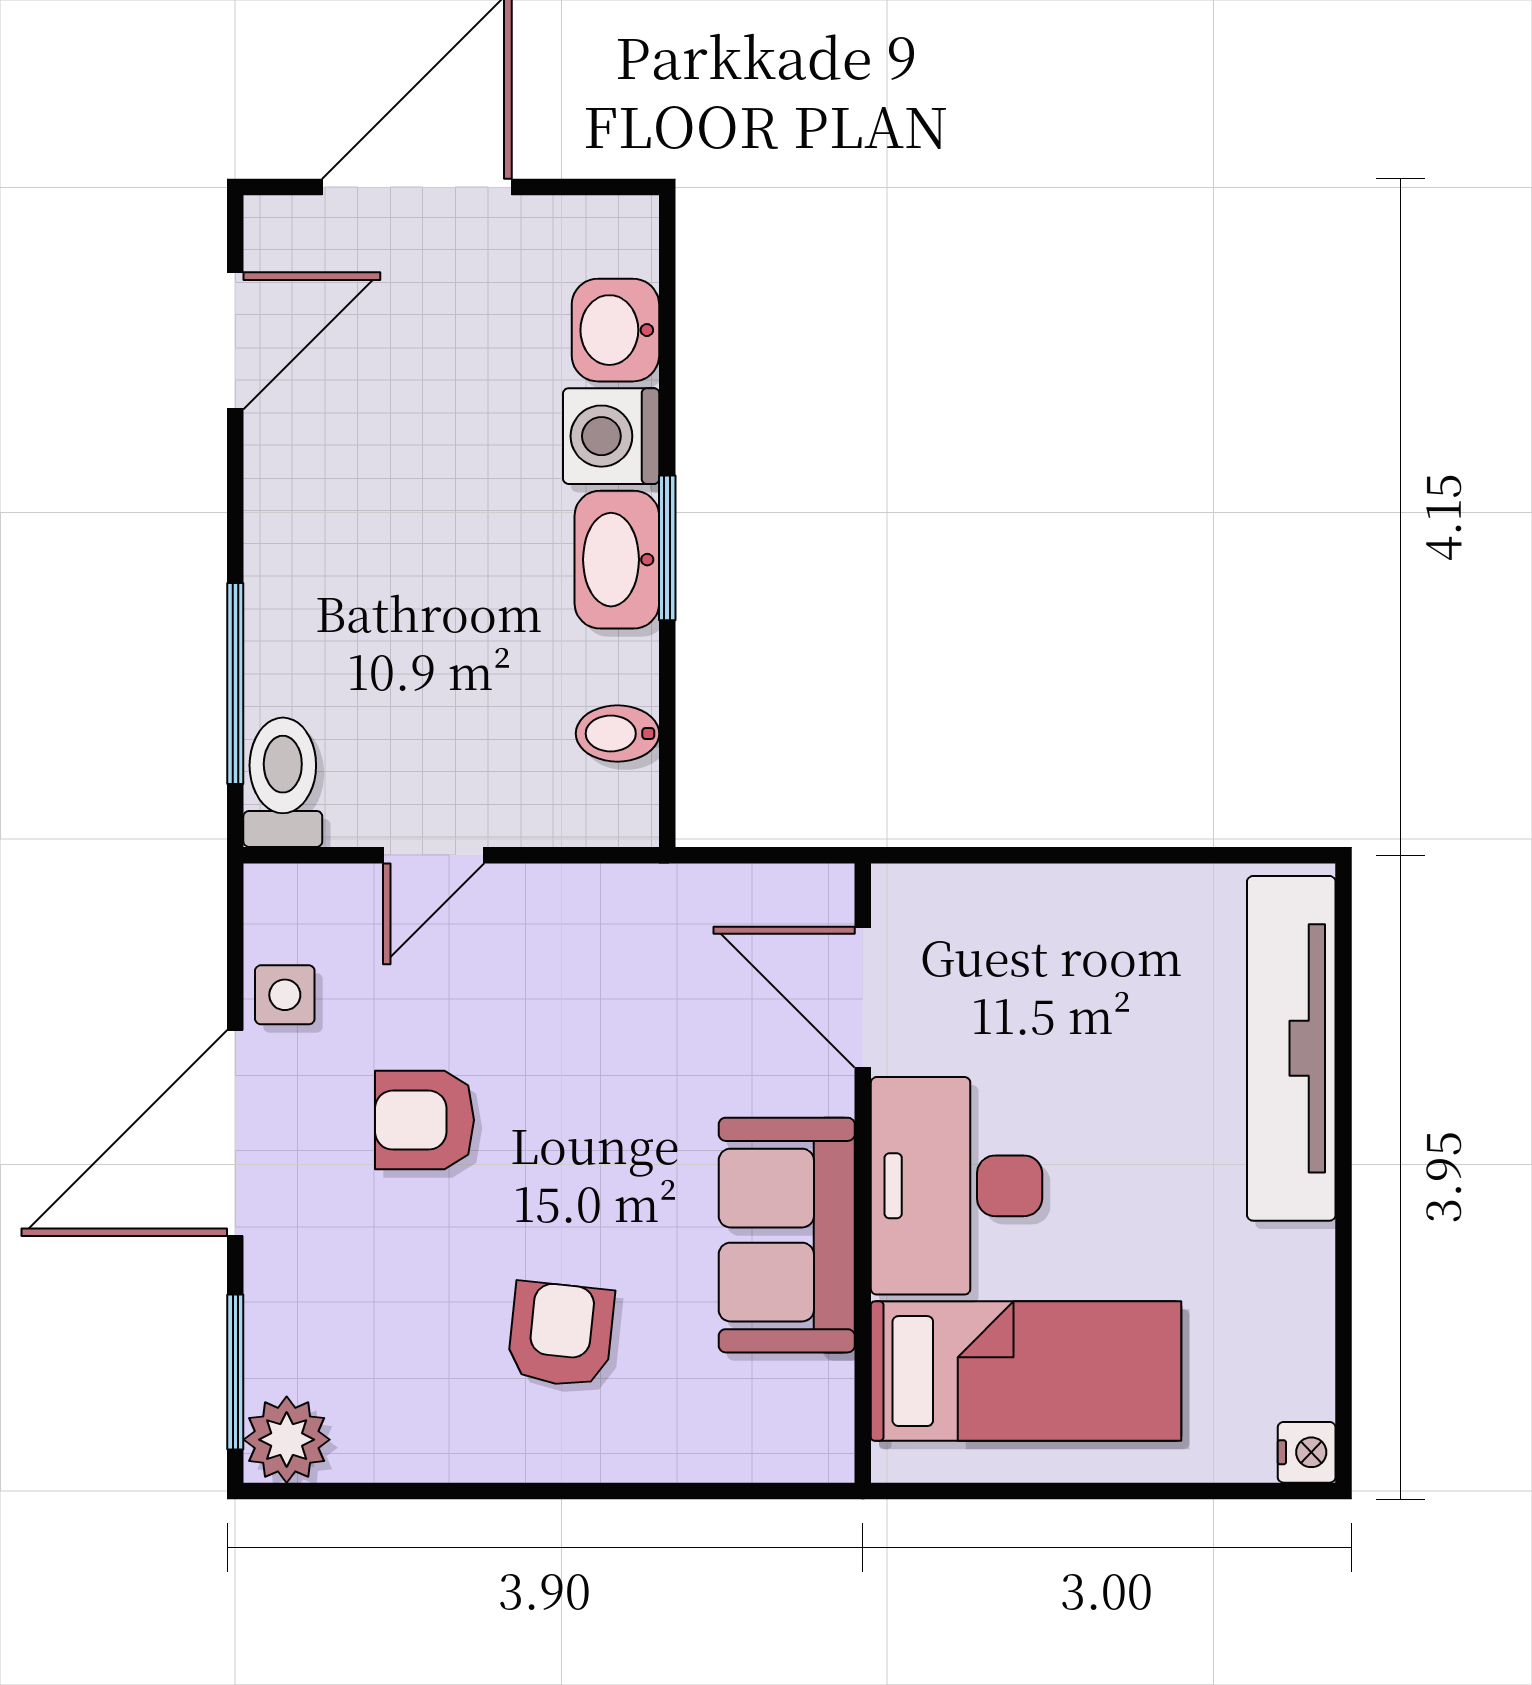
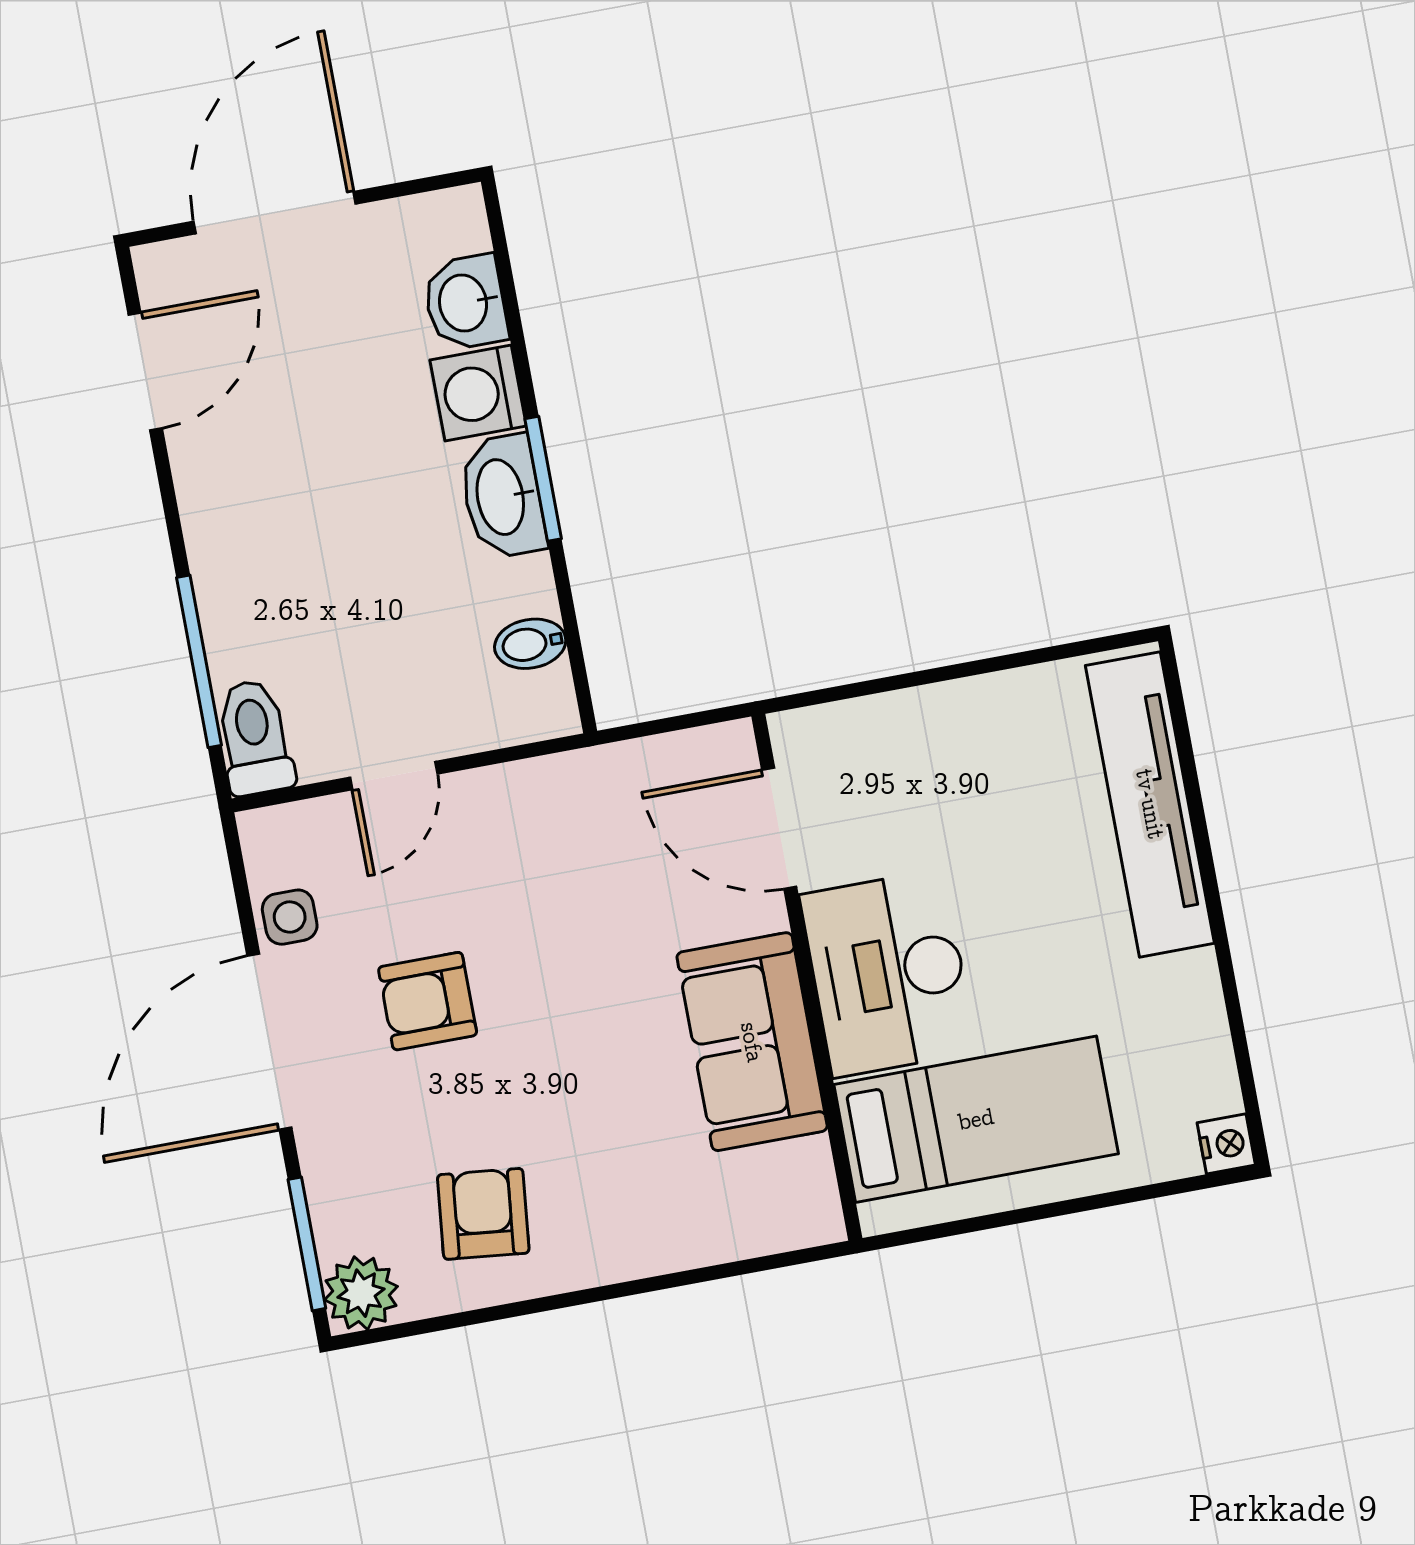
armchair: (561, 1335) -> (483, 1214), moved

